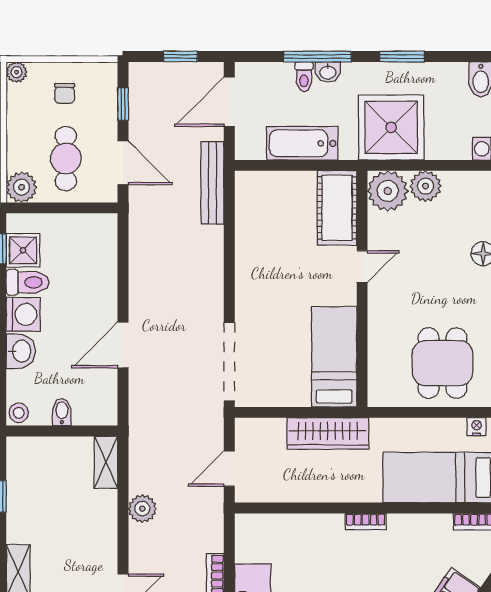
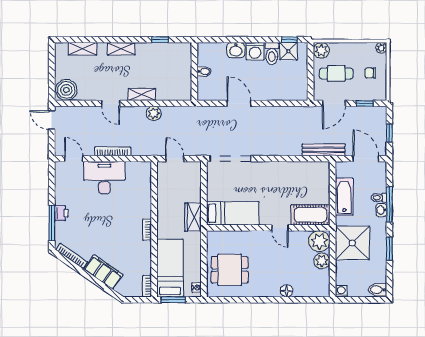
stool: (19, 413) -> (204, 49), removed
wardrobe: (328, 434) -> (193, 217), width x0.67
shelving: (106, 462) -> (142, 94), moved

